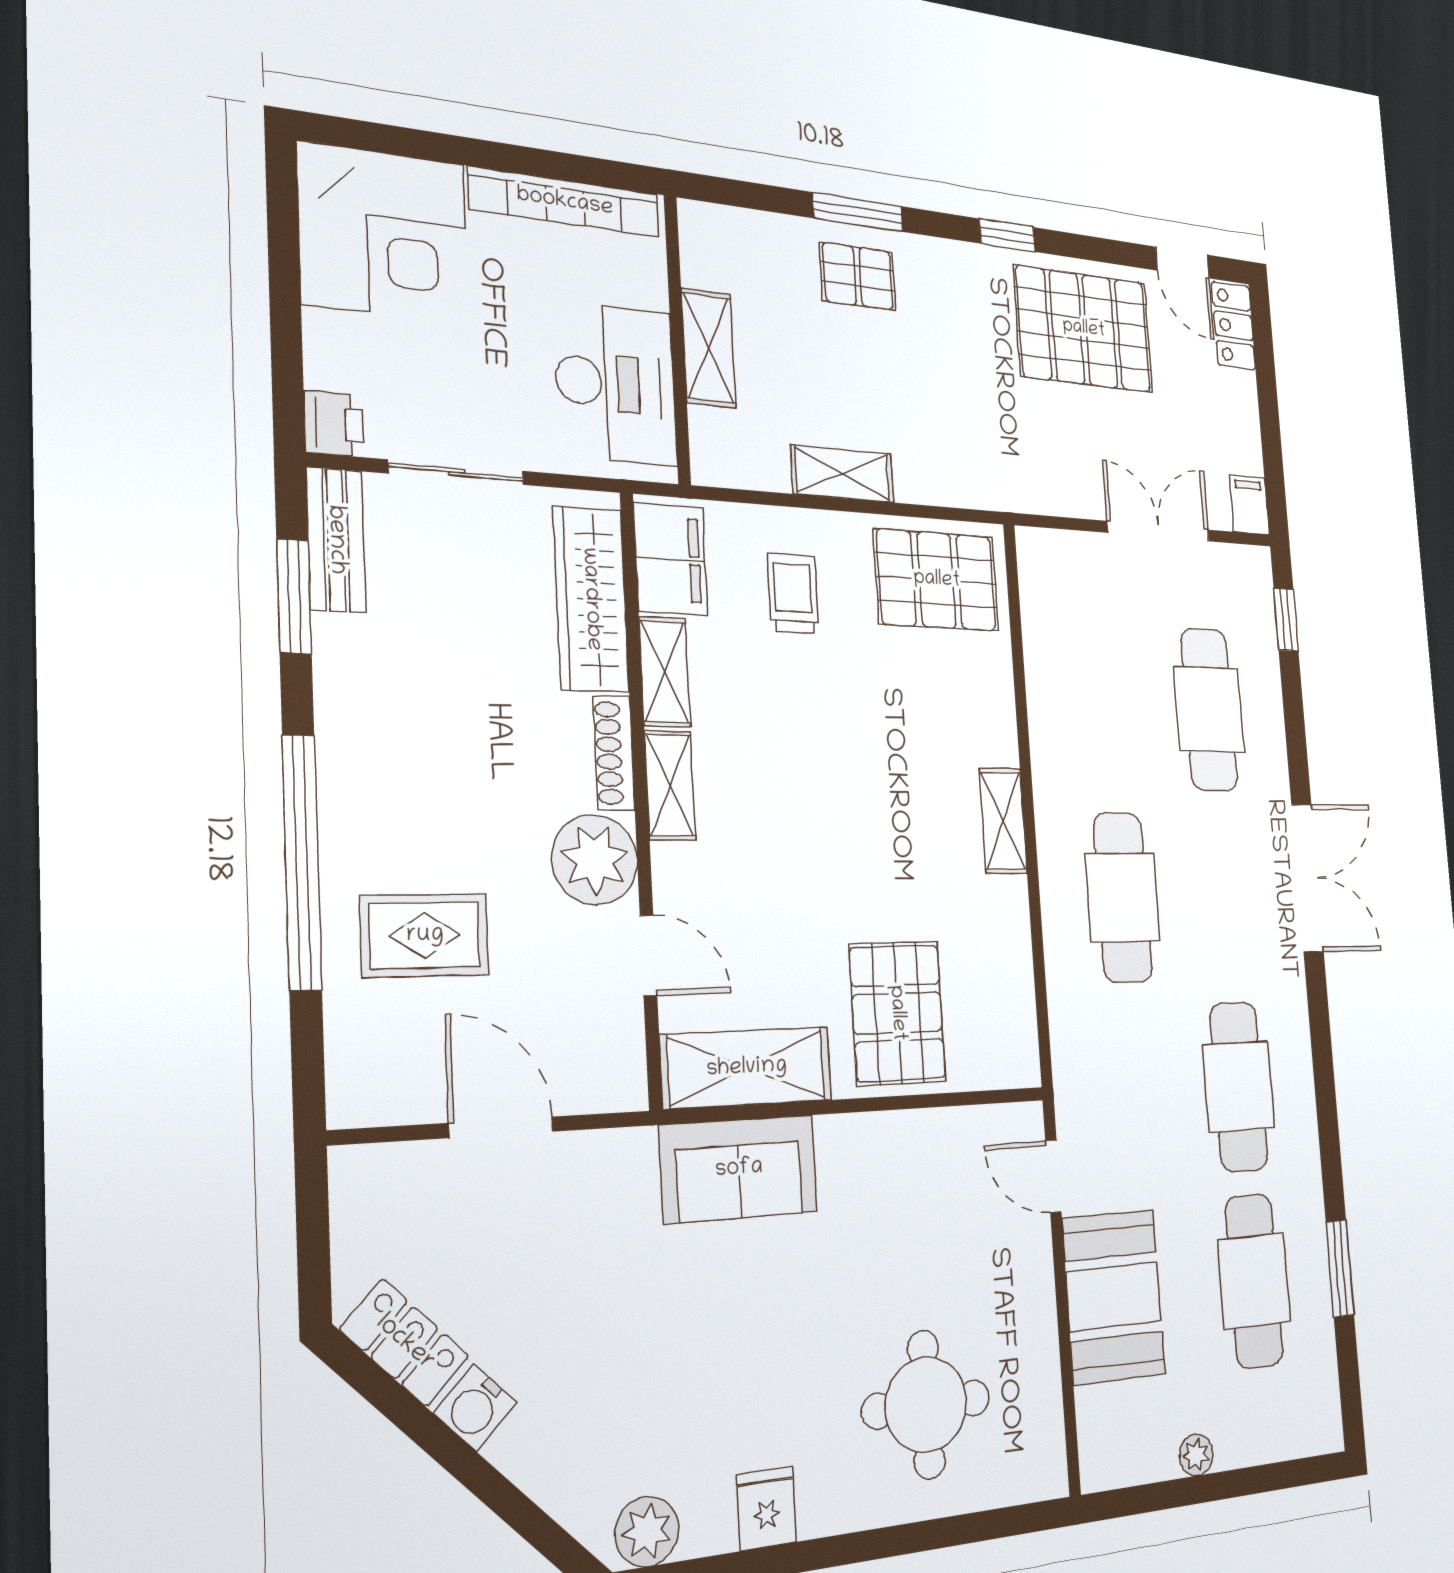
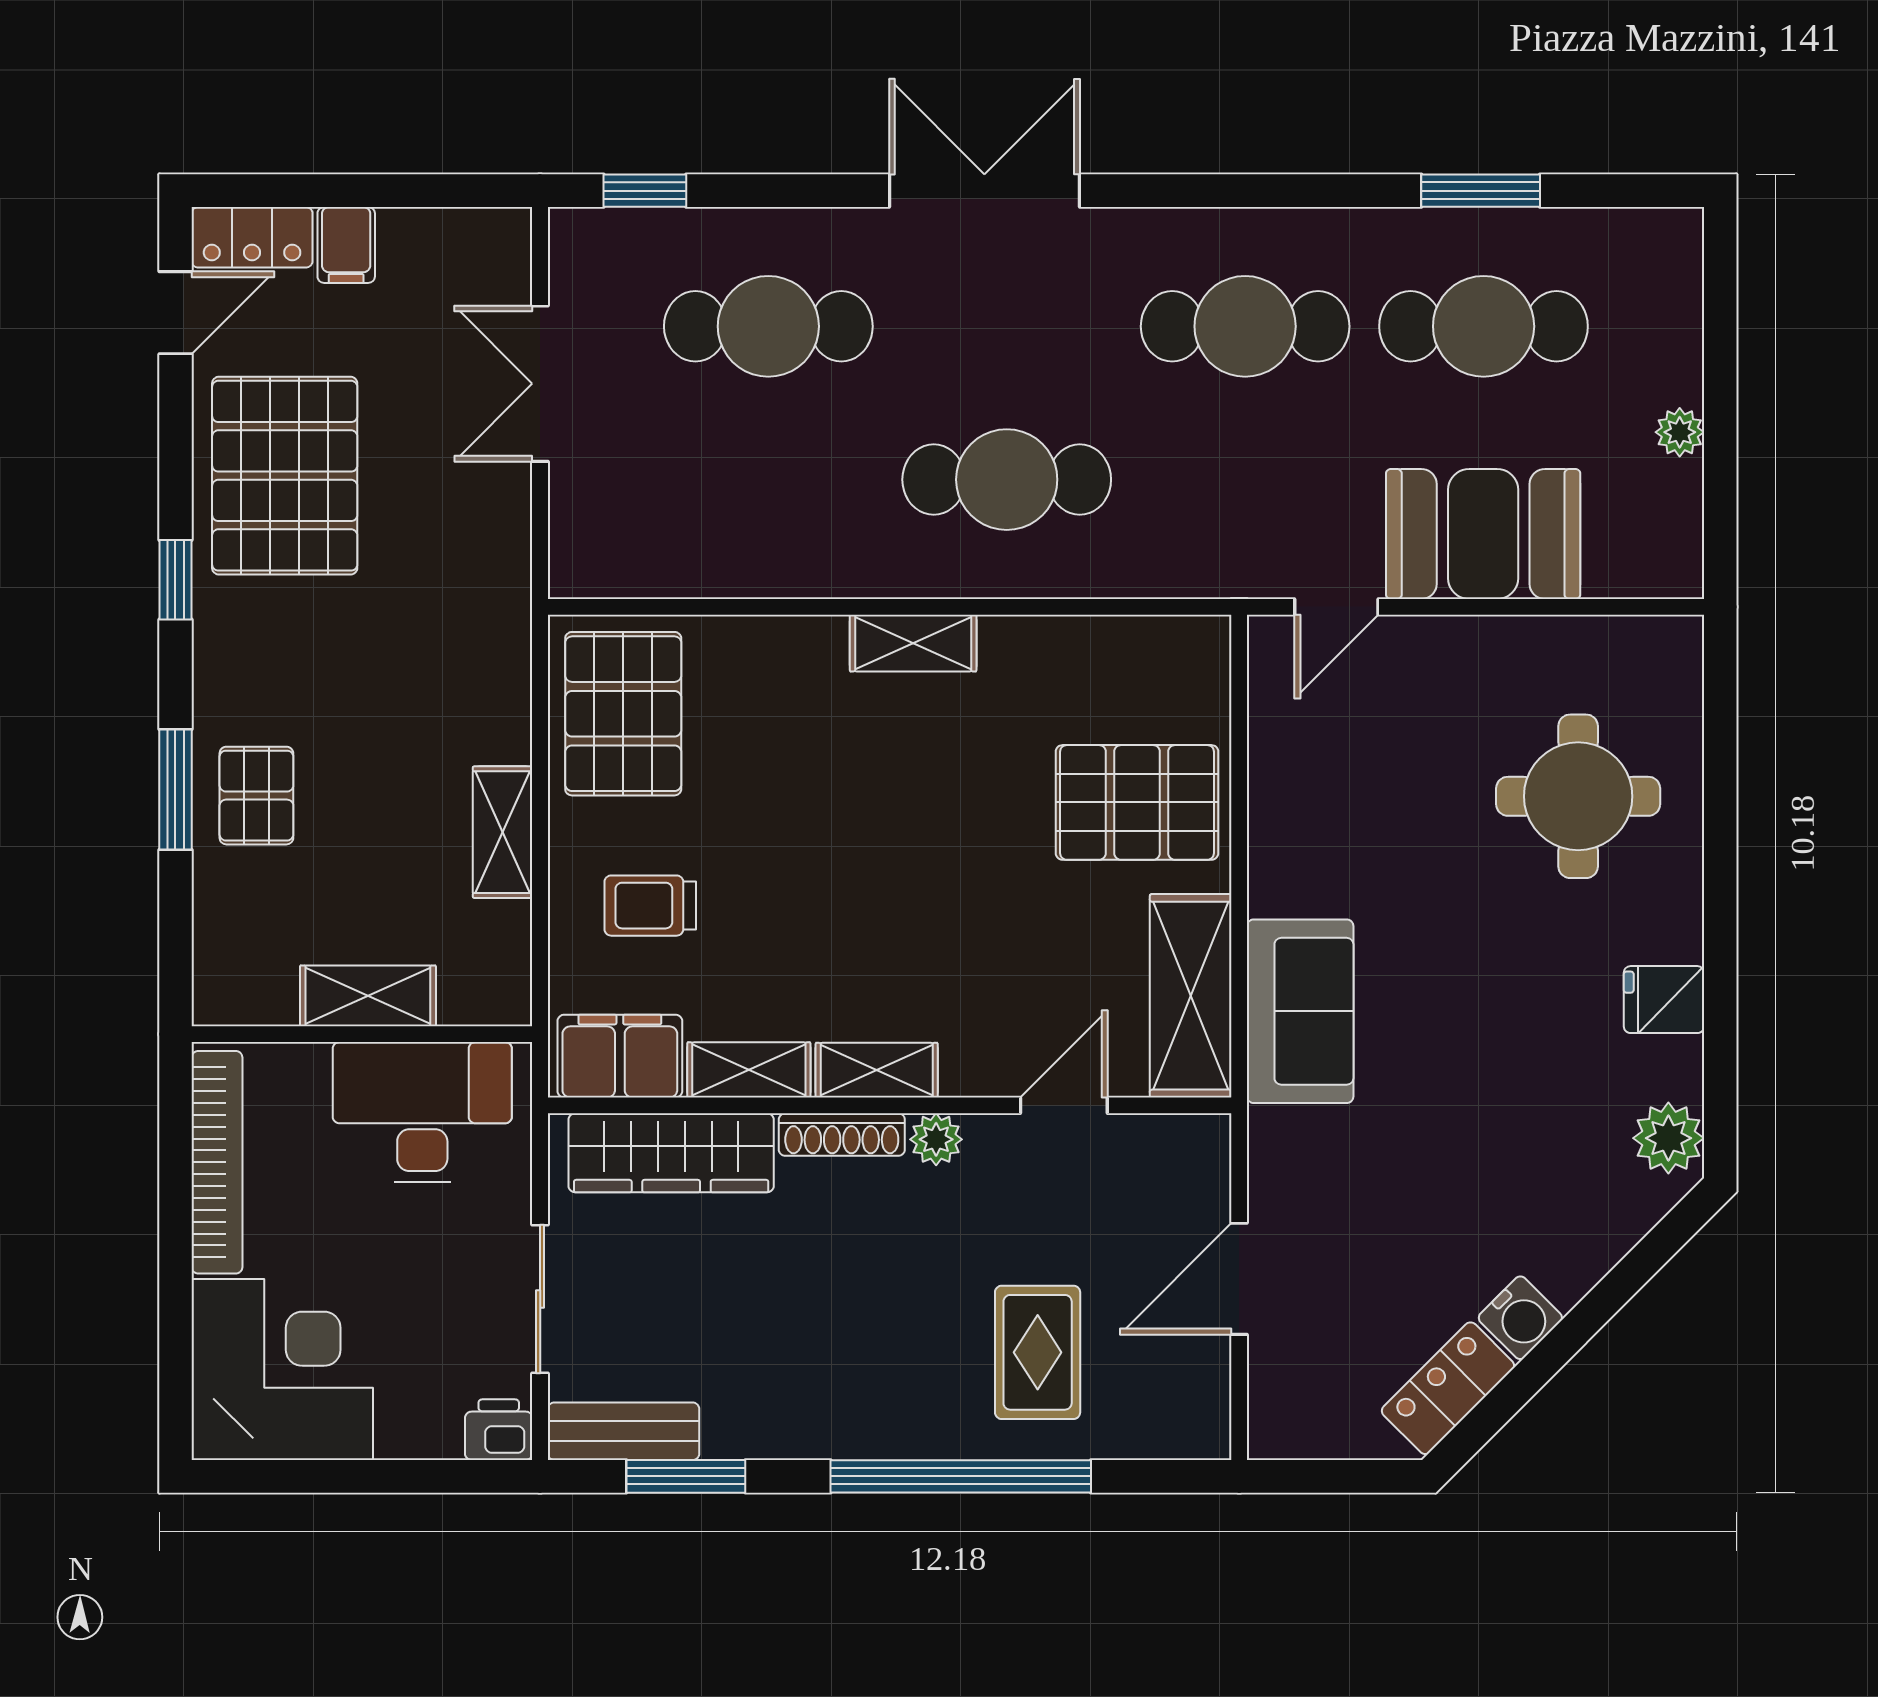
filing cabinet: (1249, 505) -> (346, 245), moved, turned -90
plant: (595, 860) -> (936, 1139), width x0.53, depth x0.53

